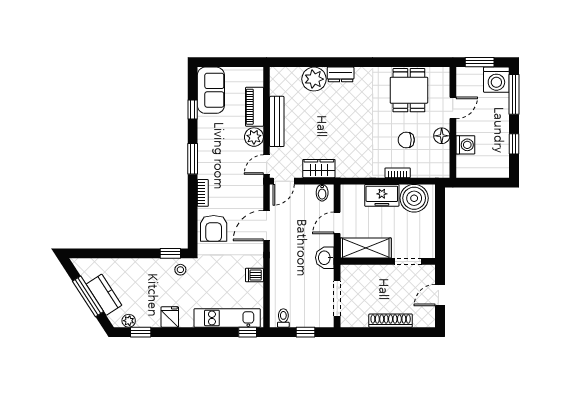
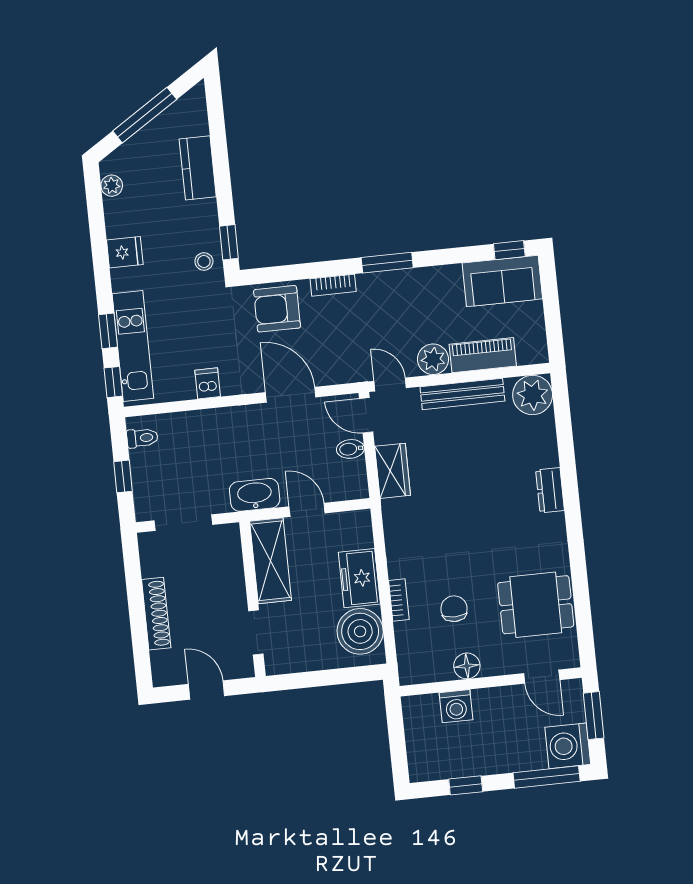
plant: (314, 79) -> (533, 395), moved
door: (453, 108) -> (542, 677), moved
window: (193, 110) -> (509, 250), moved
bidet: (322, 193) -> (350, 449), moved
washbasin: (325, 258) -> (255, 495), width x1.38
kitchen counter: (104, 295) -> (198, 168), moved, turned 123
window: (141, 332) -> (108, 331), moved

